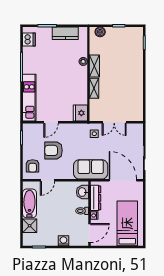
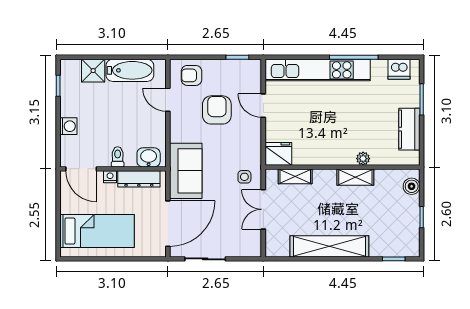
shelving: (137, 82) -> (329, 246), added
shelving: (94, 88) -> (295, 176), moved
kitchen unit: (29, 98) -> (318, 70), width x1.36

